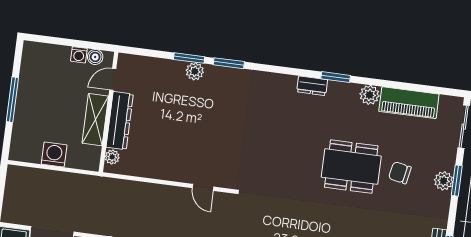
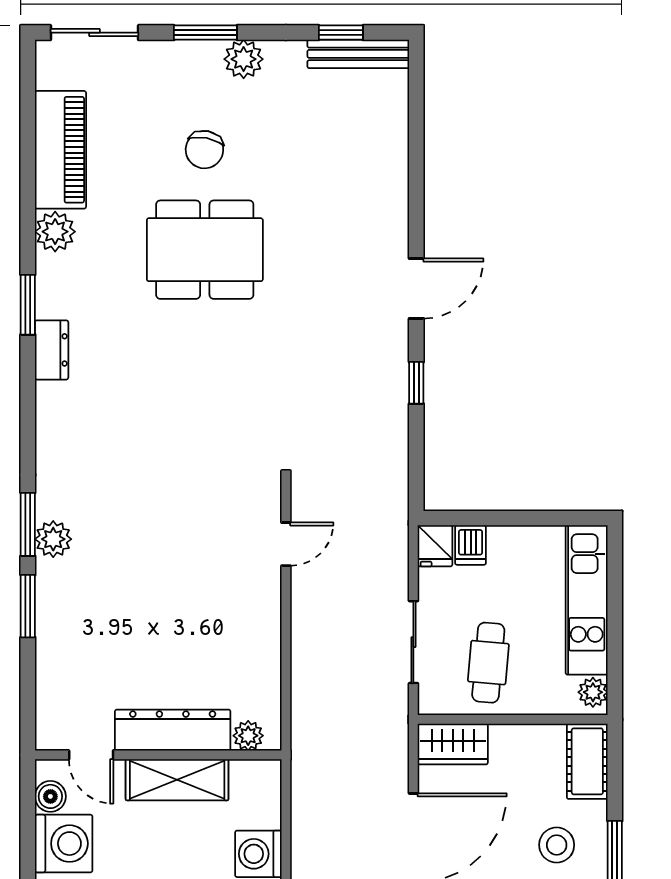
washing machine: (79, 55) -> (64, 844), width x1.89, depth x1.89
plant: (195, 71) -> (53, 539), moved
dining table: (351, 167) -> (205, 250), turned 90
plant: (444, 181) -> (244, 59), moved

